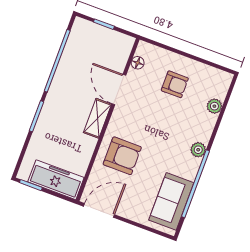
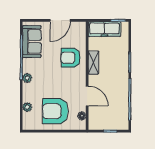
armchair: (175, 84) -> (55, 111), width x1.88, depth x1.88
shelving: (97, 118) -> (93, 63), moved
door: (99, 210) -> (60, 20), moved

